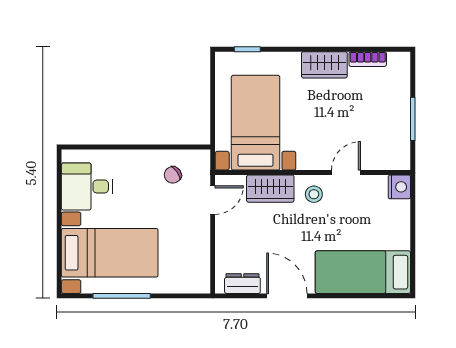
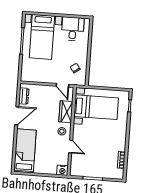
wardrobe: (324, 65) -> (120, 140), removed

